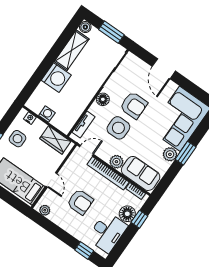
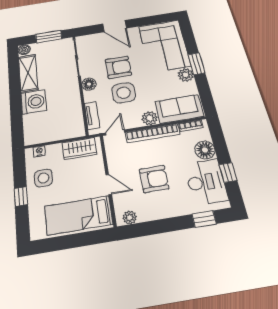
washing machine: (47, 114) -> (52, 135), removed
window: (139, 219) -> (228, 173), moved

